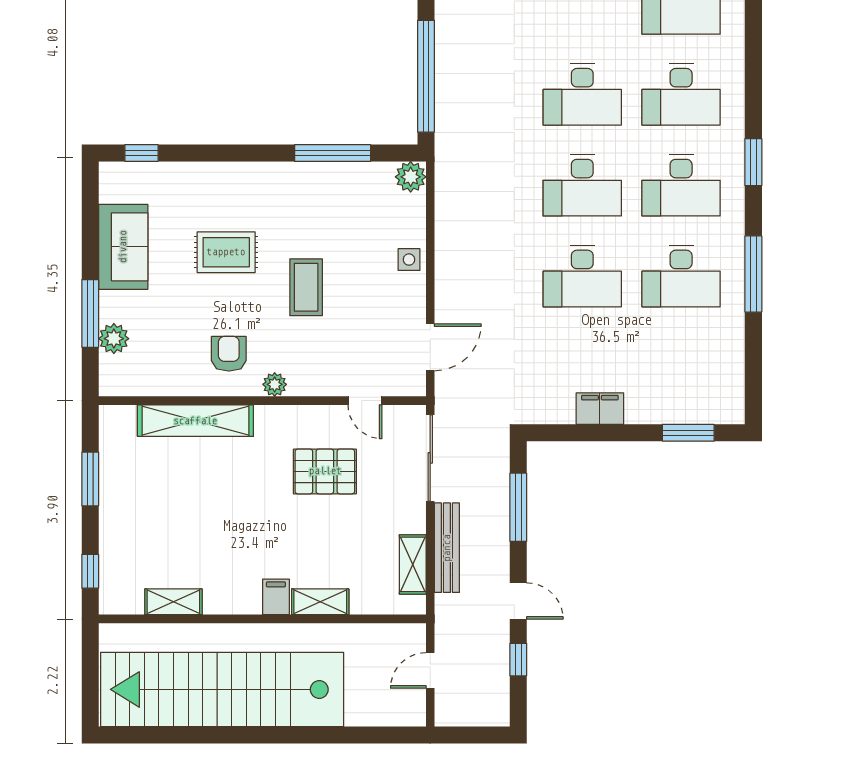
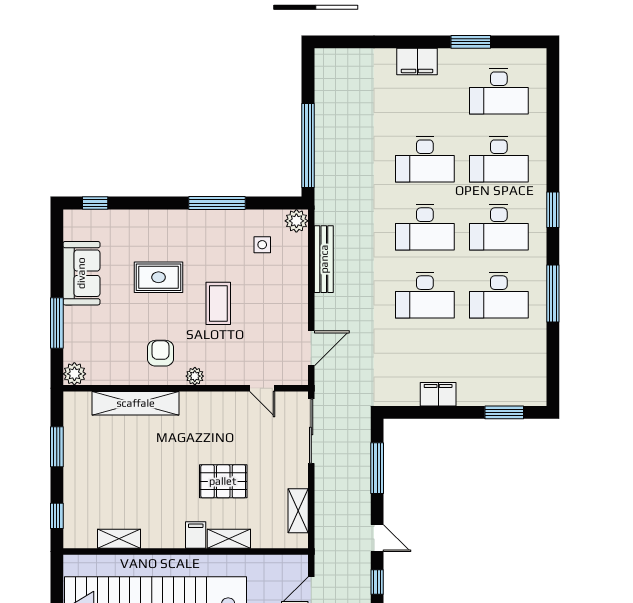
window: (333, 153) -> (217, 203), moved
side table: (409, 260) -> (262, 245), moved
plant: (114, 339) -> (74, 374), moved
pallet: (325, 471) -> (223, 481), moved
bench: (447, 548) -> (324, 259), moved

